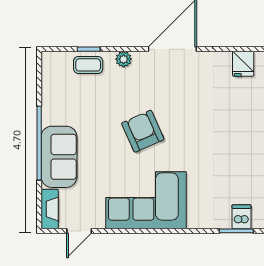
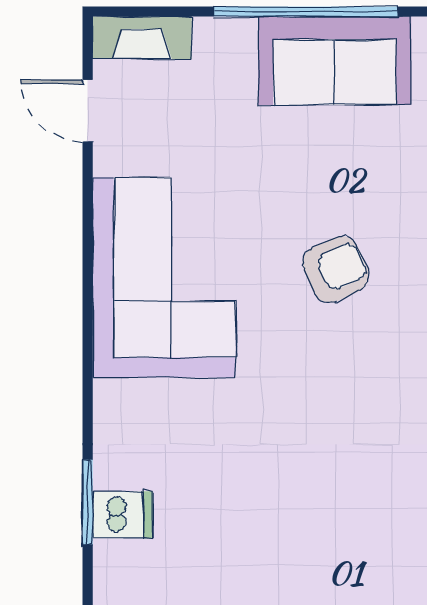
armchair: (143, 131) -> (336, 269), width x0.72, depth x0.72
sofa: (59, 157) -> (335, 61), moved

